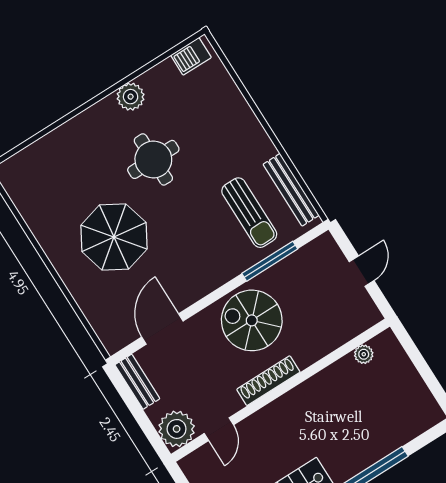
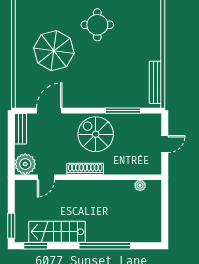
sun lounger: (249, 213) -> (128, 81), removed

